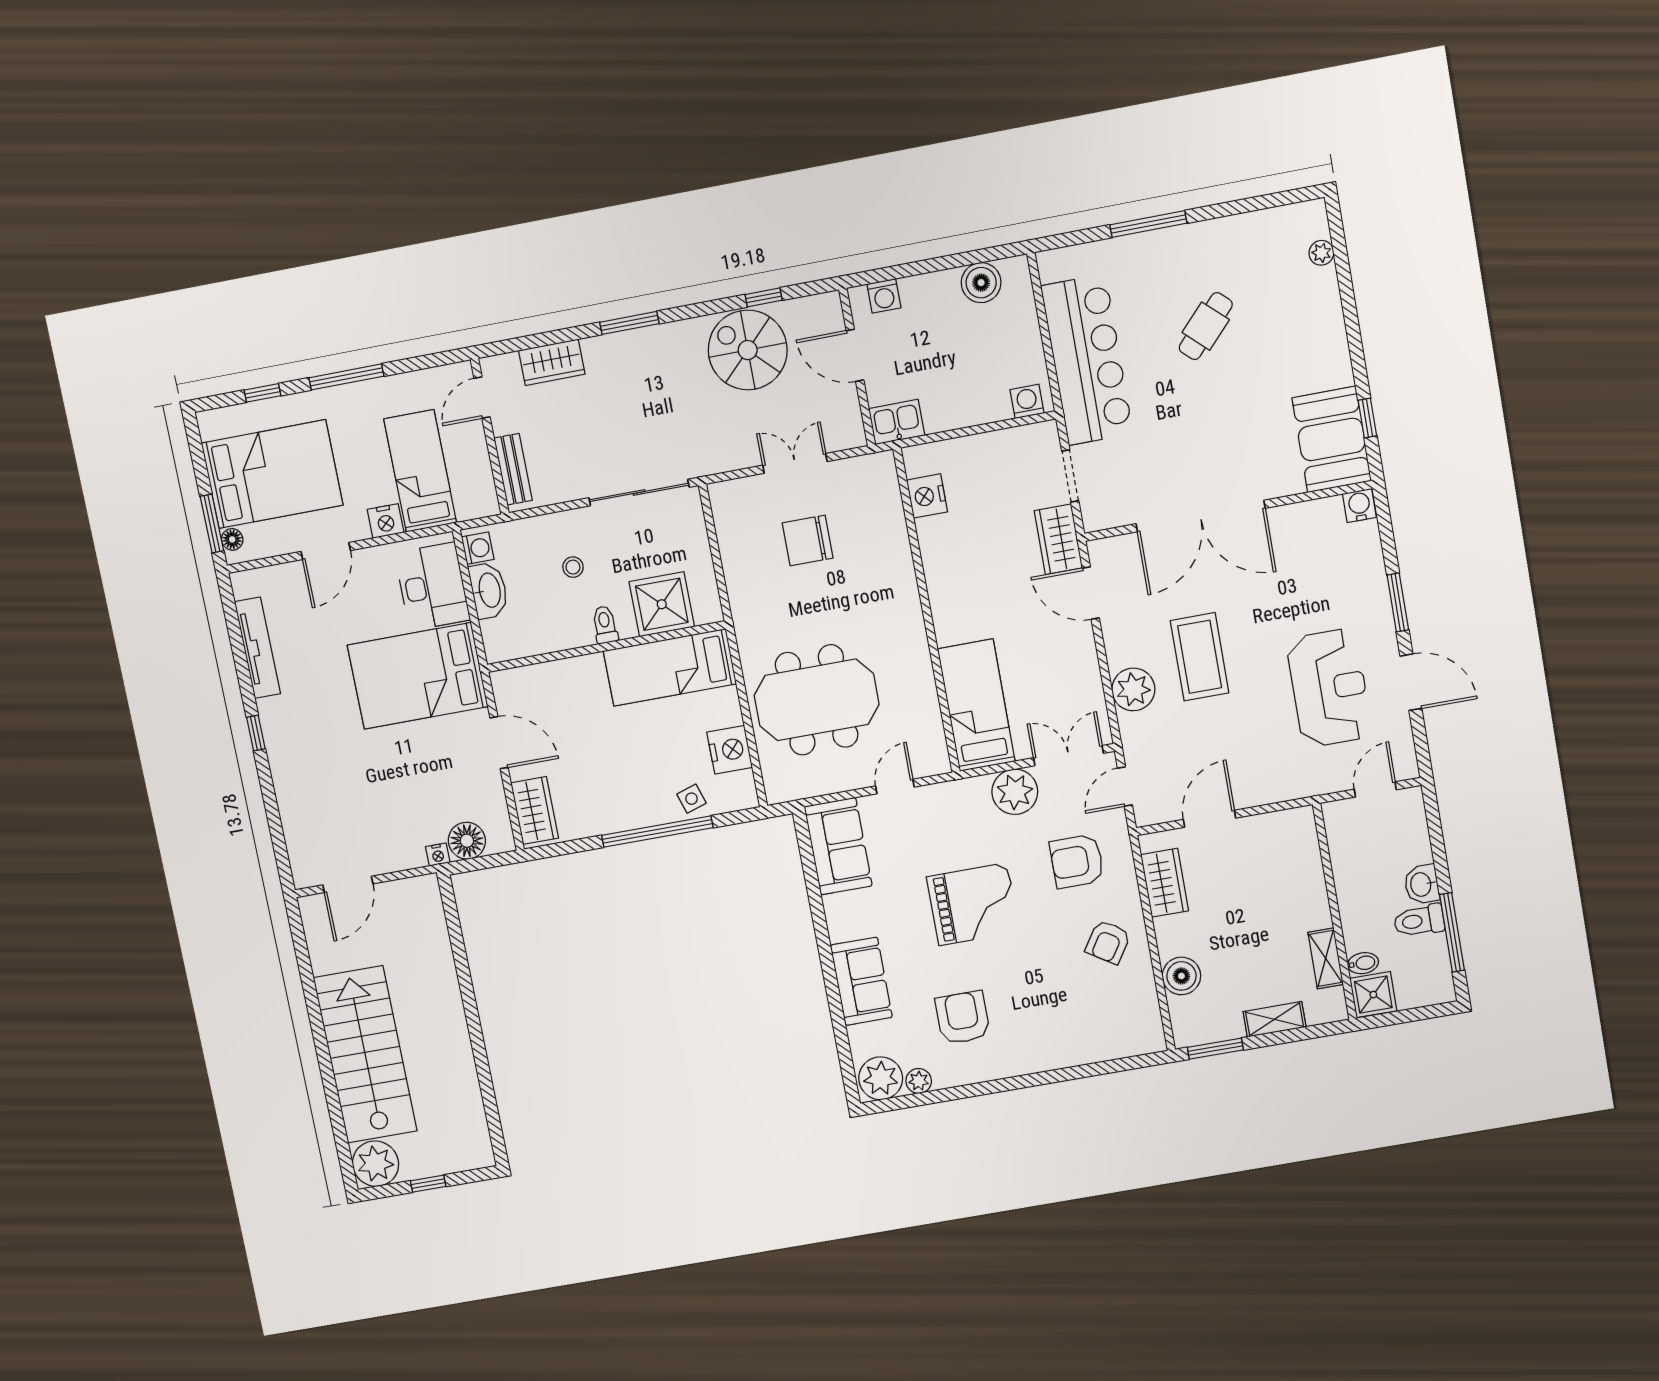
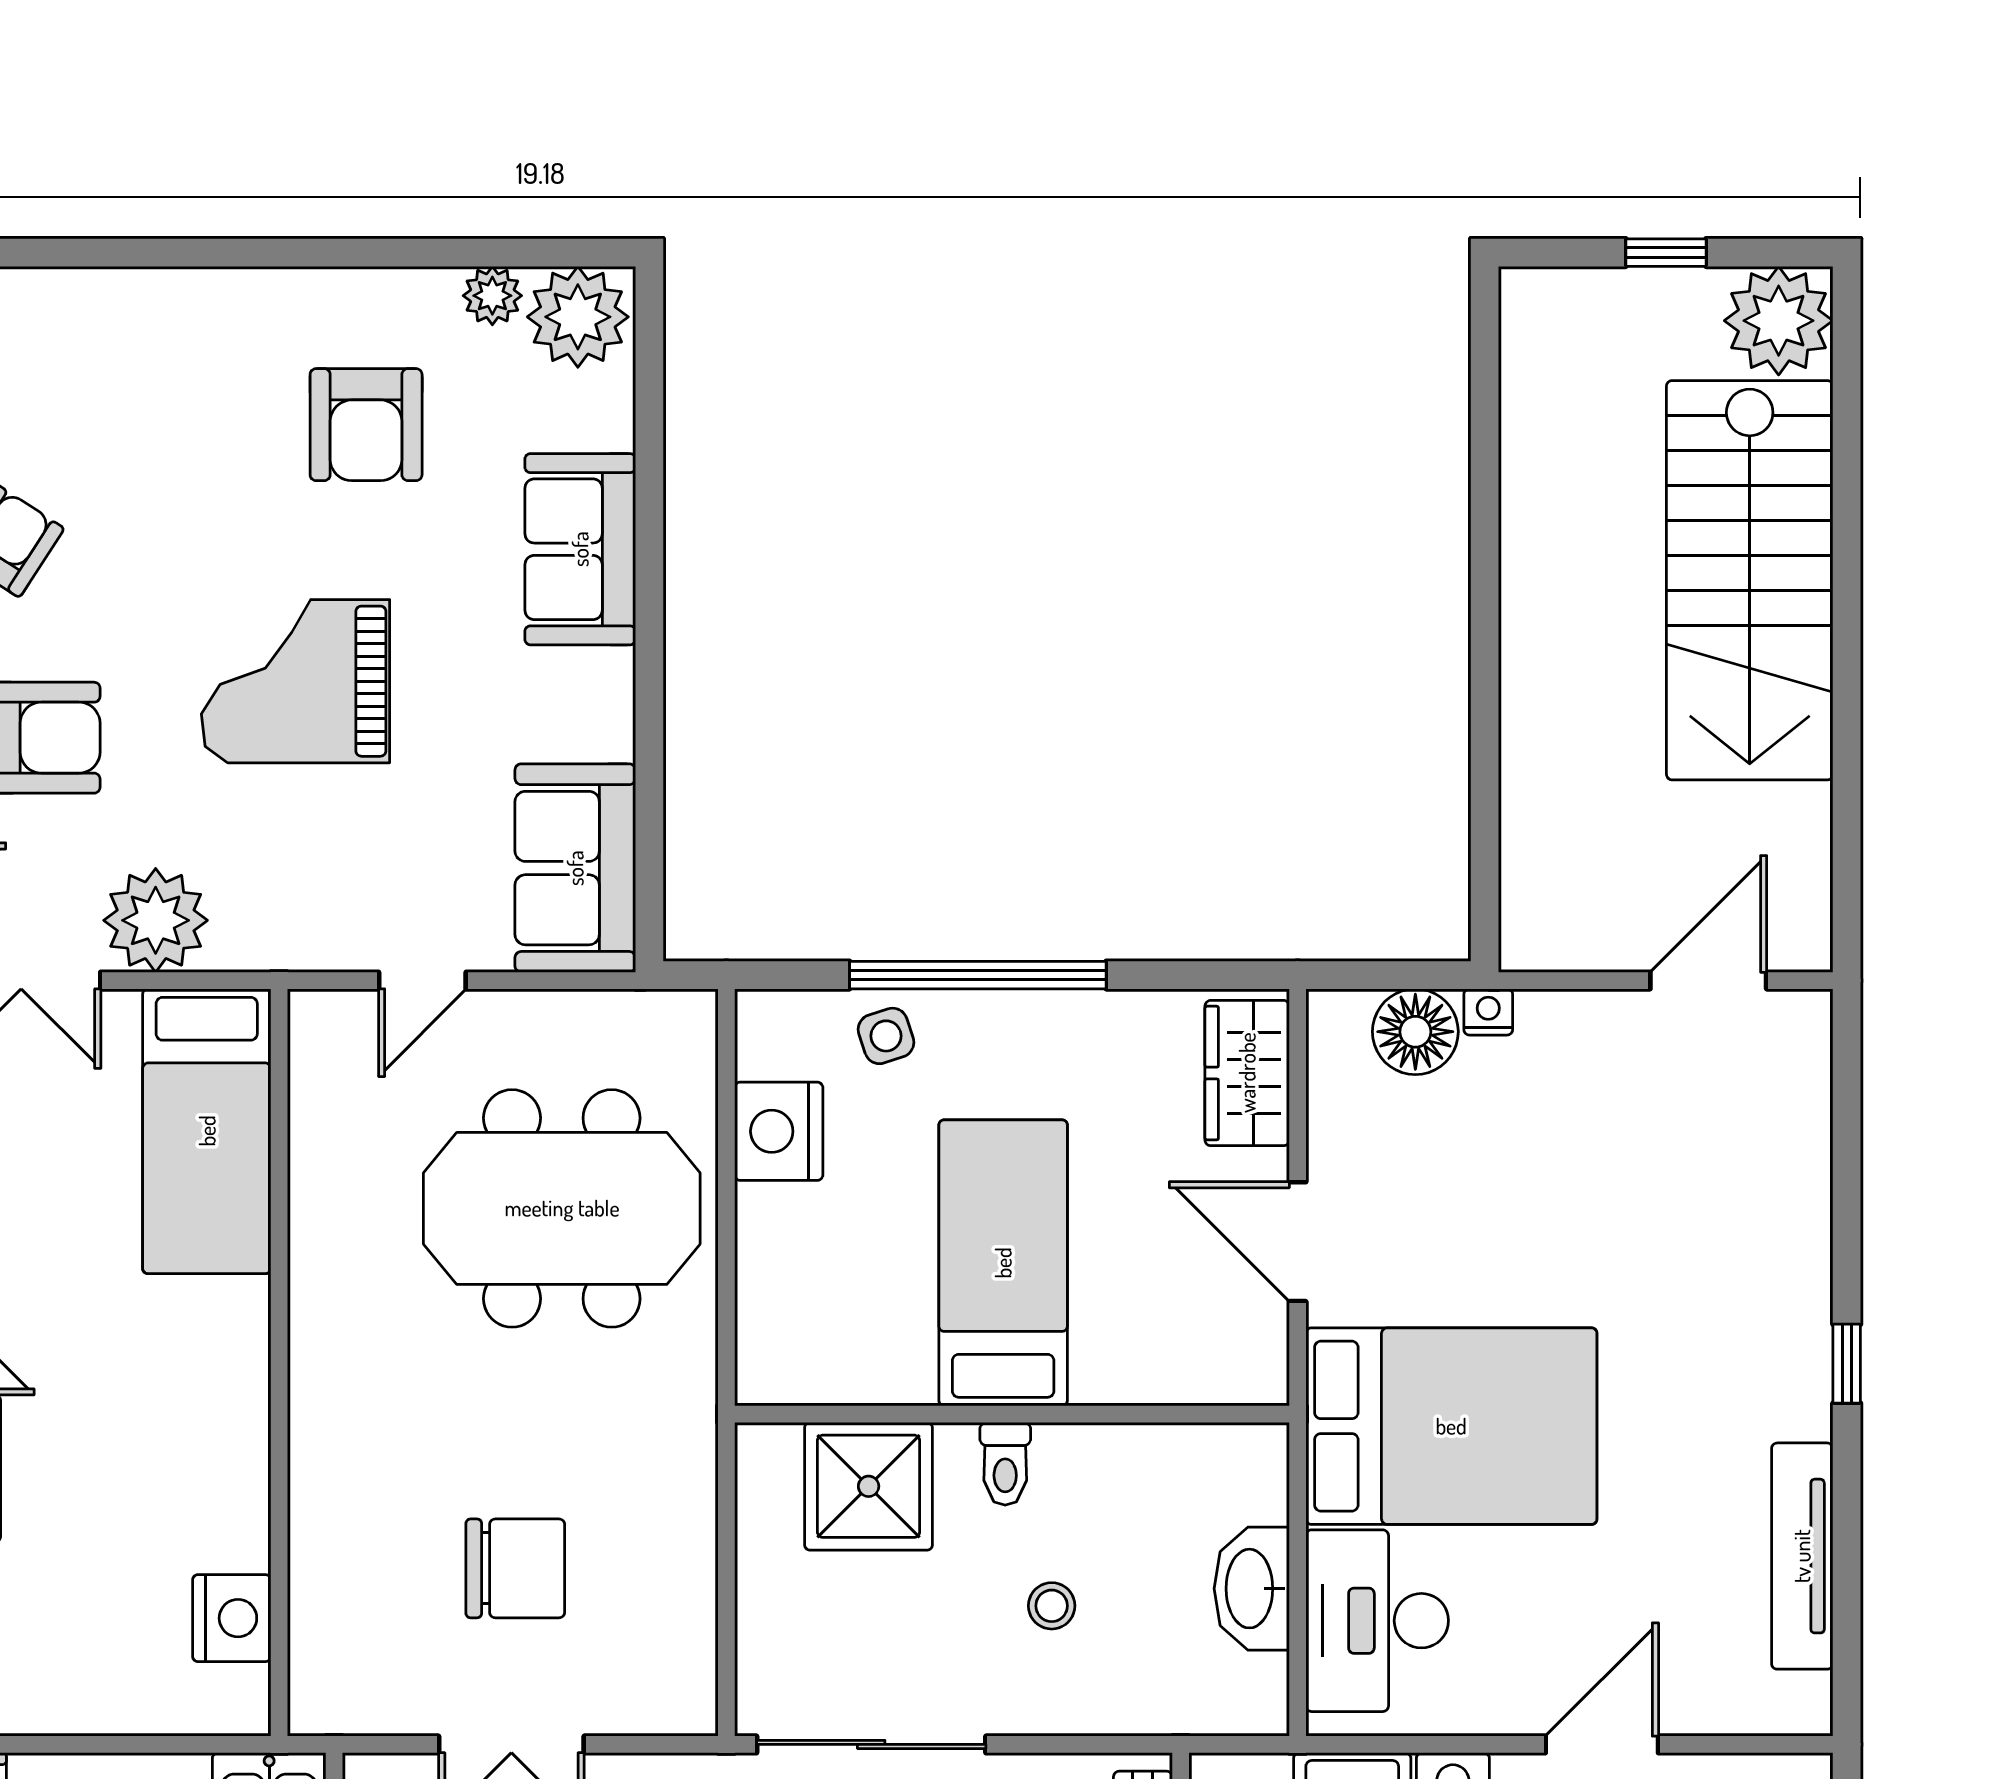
washing machine: (478, 548) -> (1257, 1688), removed
bed: (670, 667) -> (1003, 1263), moved, turned -90

